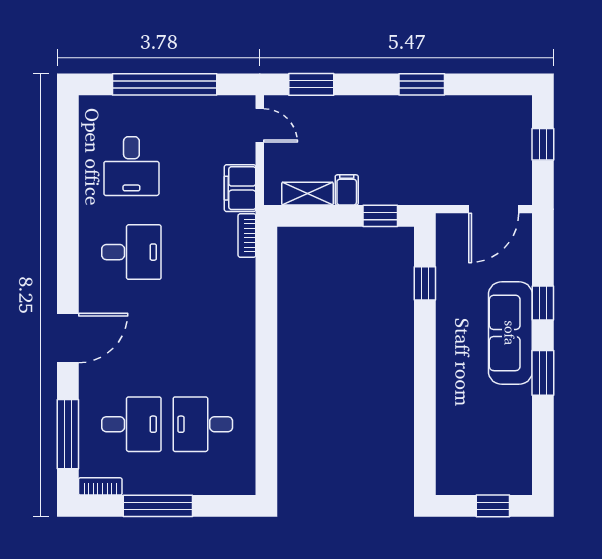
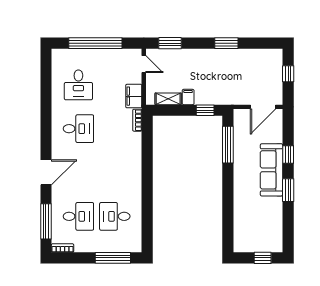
window: (425, 283) -> (228, 145), width x2.17
window: (158, 506) -> (113, 258), moved

